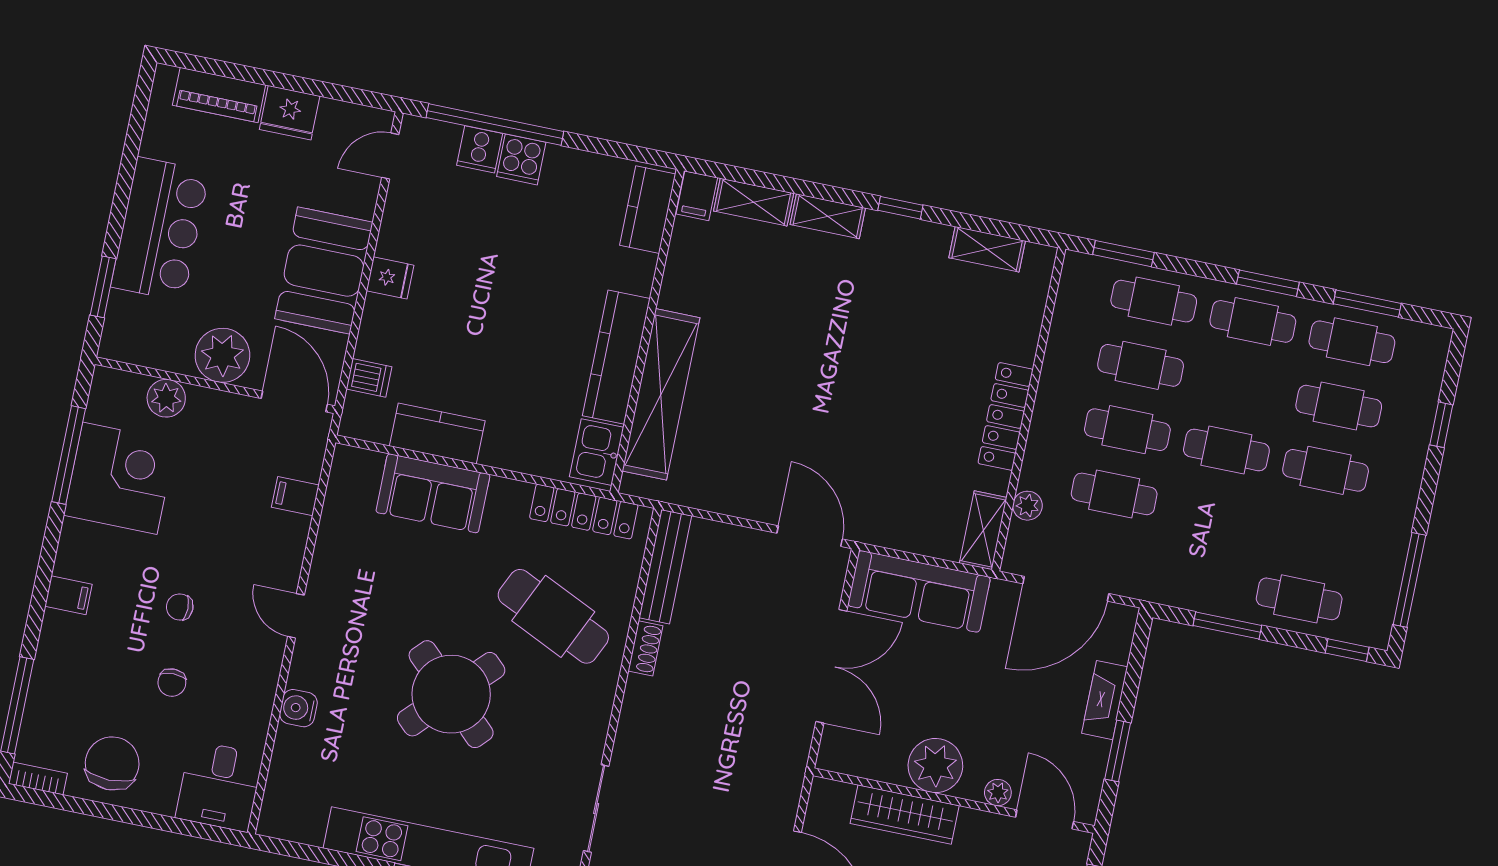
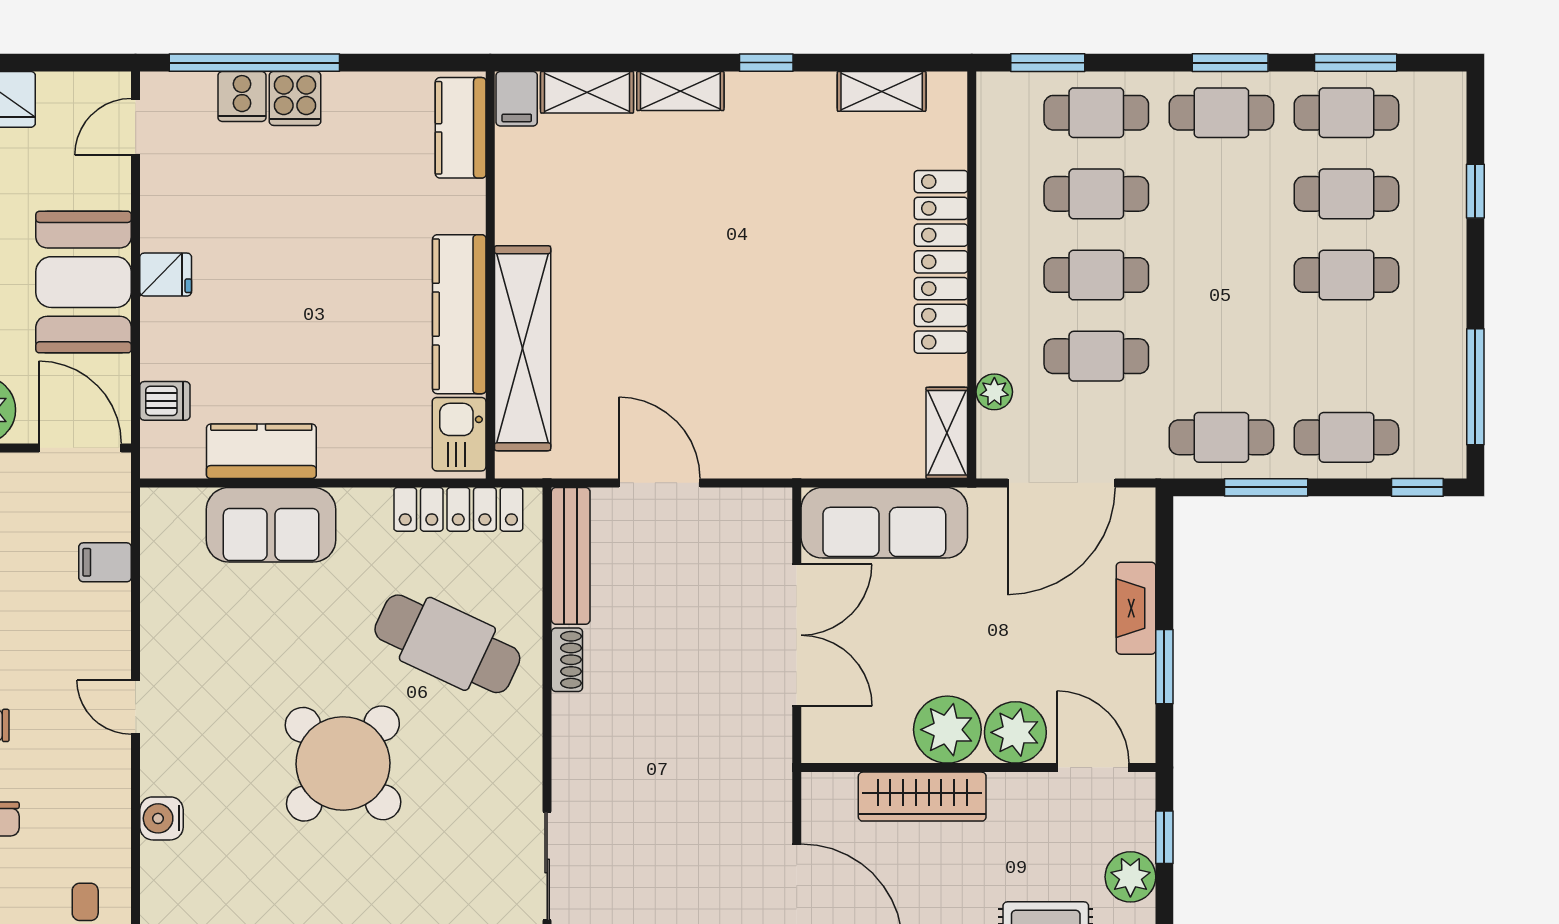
locker: (1006, 416) -> (941, 262), width x1.41, depth x1.21
cafe table: (1226, 450) -> (1221, 437), moved
door: (810, 536) -> (659, 483), moved
plant: (998, 793) -> (1015, 732), width x1.88, depth x1.88

